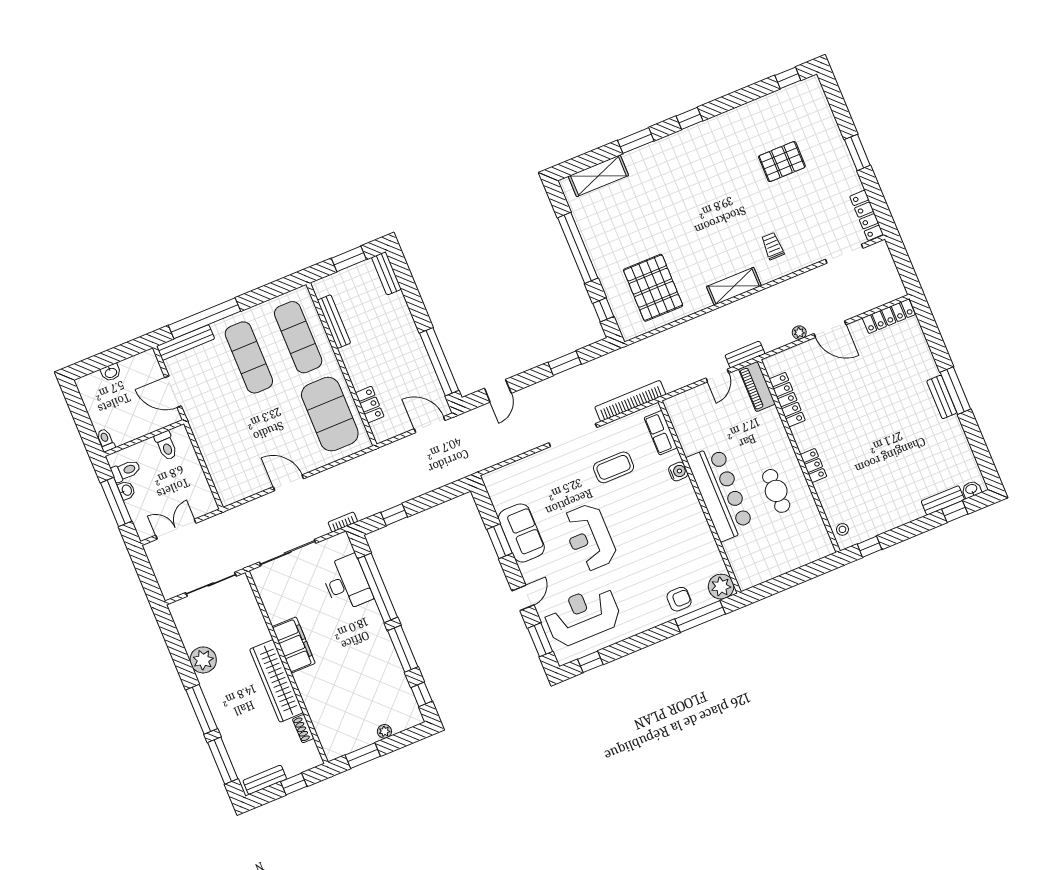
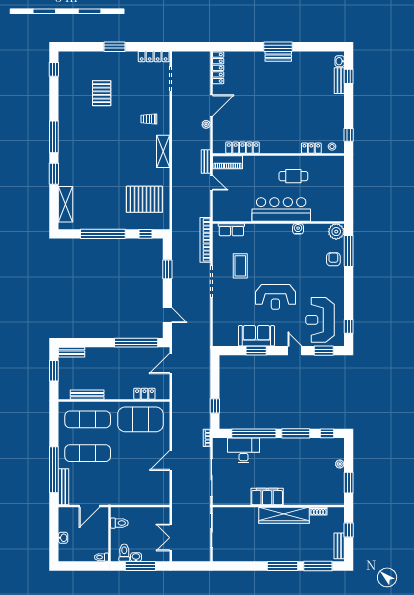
window: (689, 118) -> (54, 137), width x2.17
locker: (813, 466) -> (311, 148), moved
water cooler: (678, 472) -> (298, 229), moved
plant: (203, 660) -> (254, 553), removed

